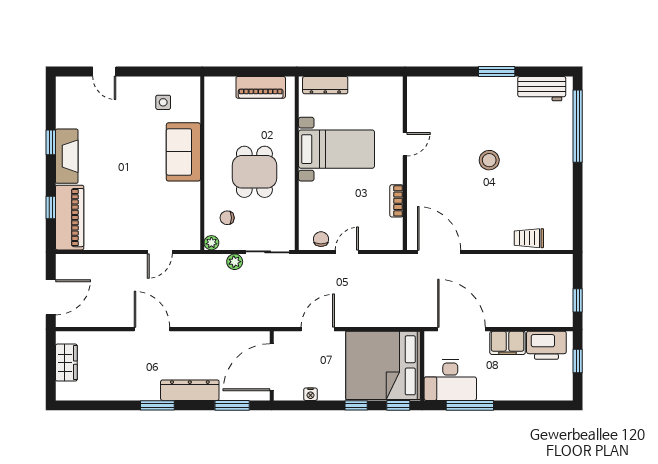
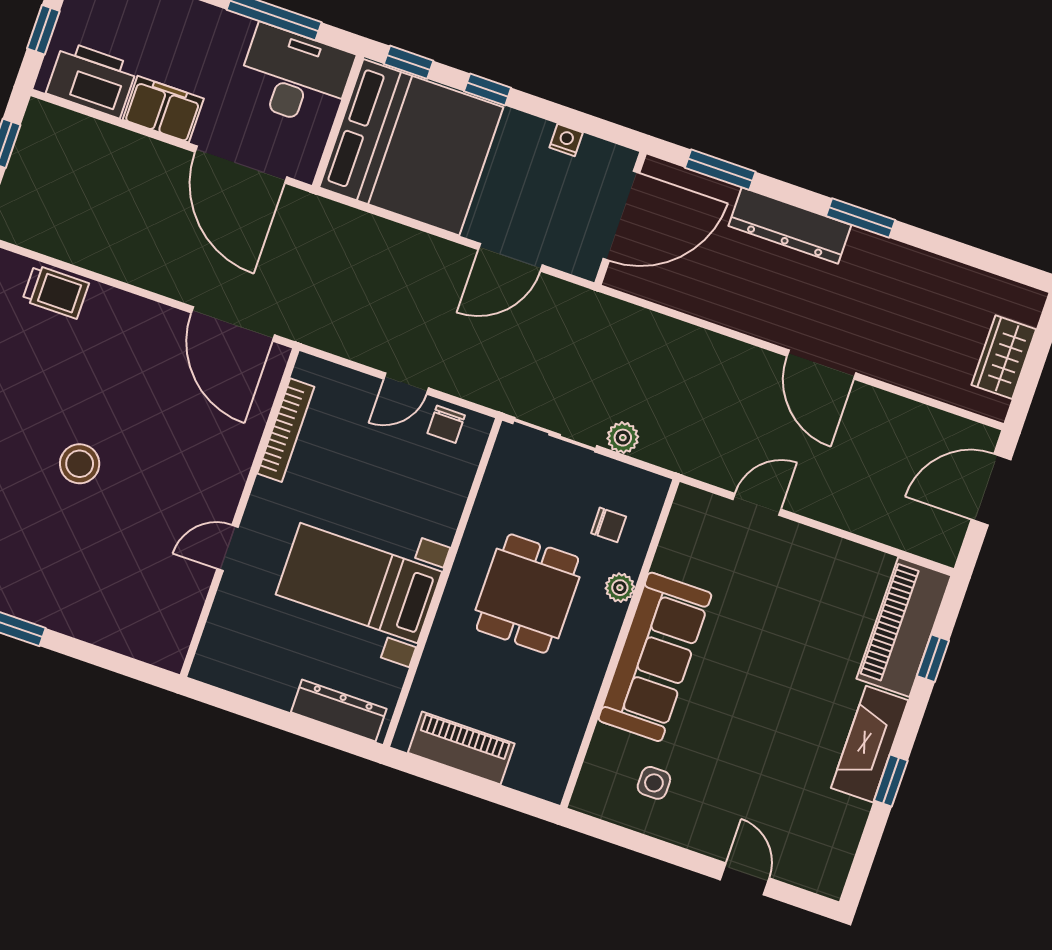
sofa: (183, 152) -> (655, 657), width x1.36
bookcase: (396, 201) -> (286, 430), width x1.56
plant: (211, 243) -> (620, 588), moved

